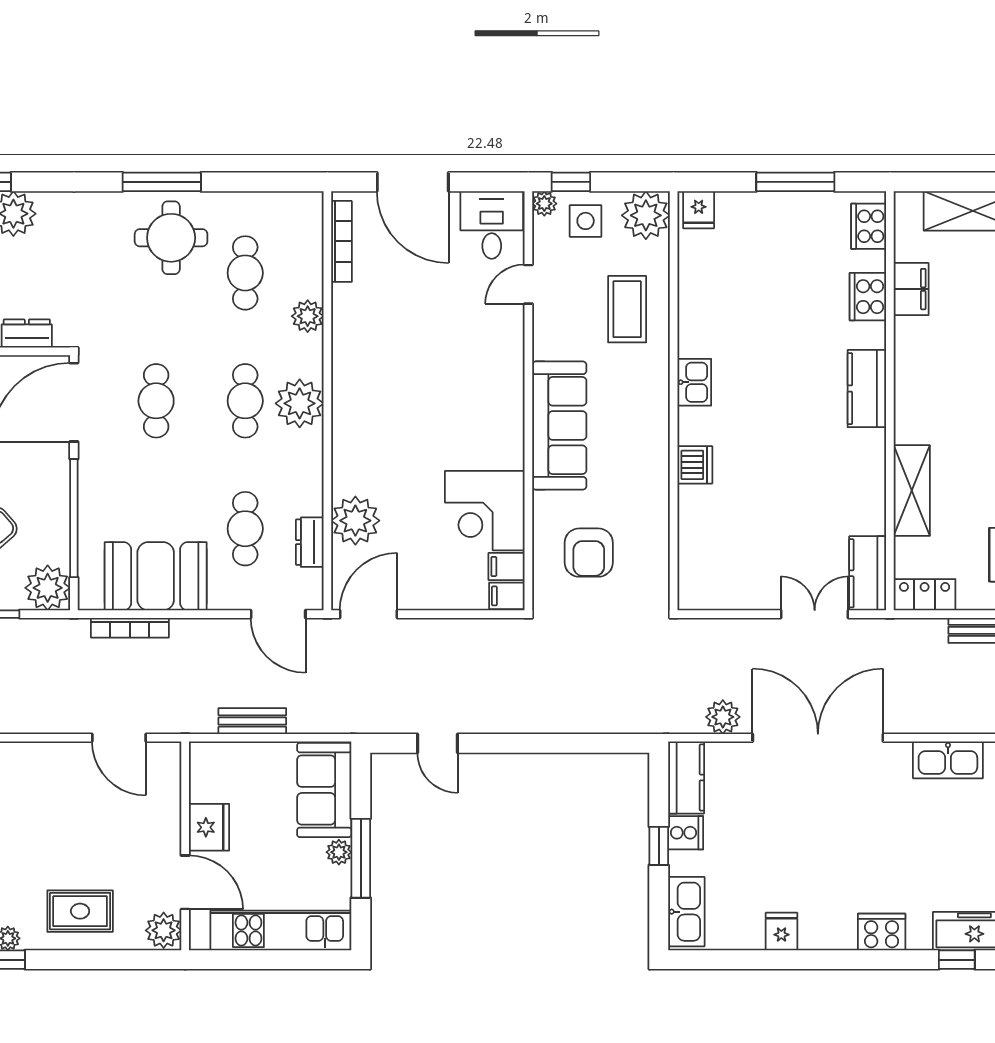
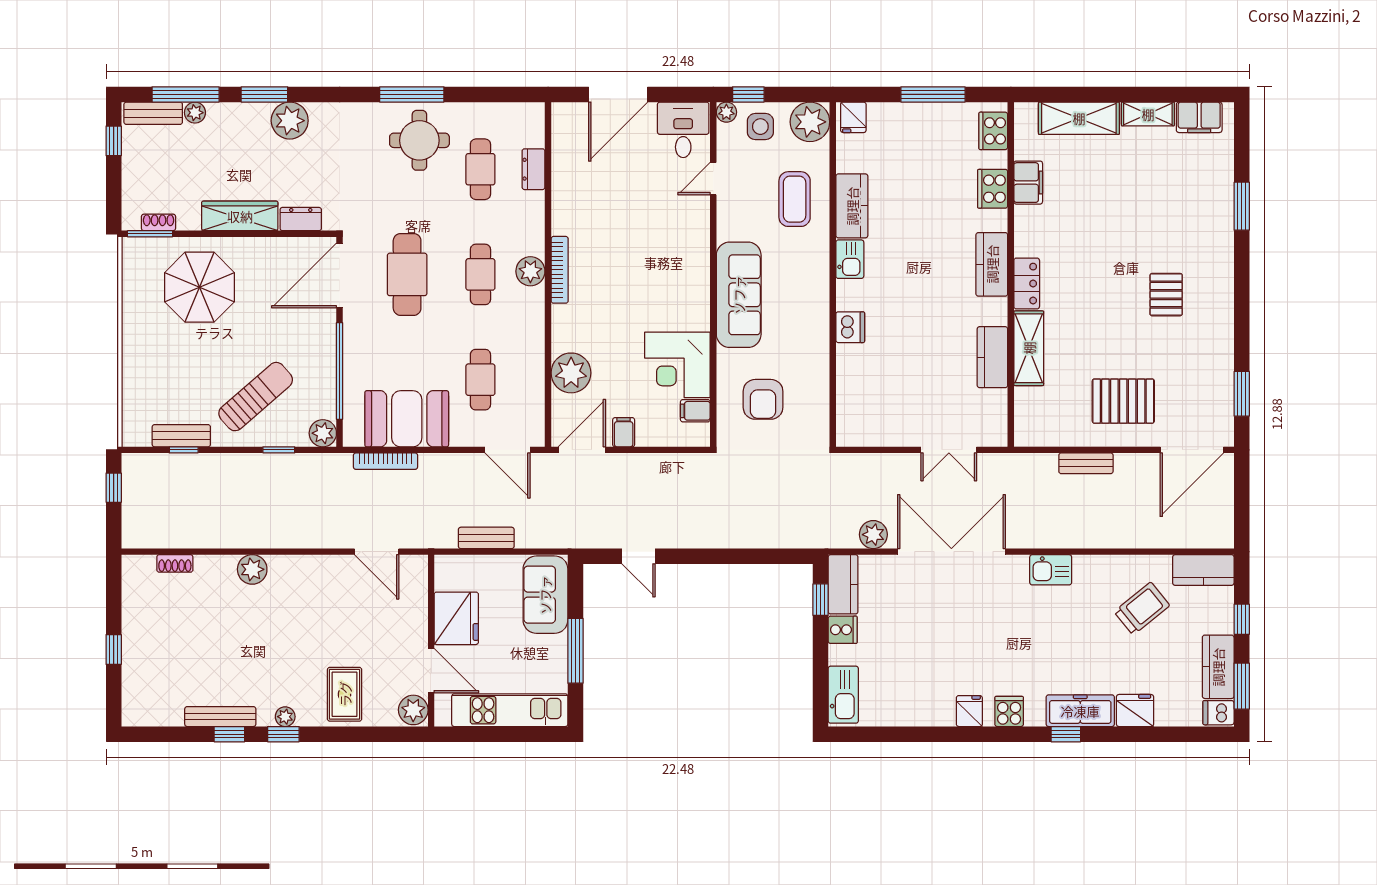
door: (413, 182) -> (618, 94), hinge flipped
bookcase: (341, 241) -> (560, 270), moved
plant: (308, 316) -> (532, 205), removed
kitchen counter: (697, 317) -> (852, 206), added
cafe table: (156, 401) -> (407, 274), width x1.37, depth x1.35
plant: (300, 403) -> (530, 271), width x0.73, depth x0.73
dresser: (310, 542) -> (533, 169), moved
kitchen counter: (868, 573) -> (992, 357), moved
plant: (48, 588) -> (323, 433), width x0.73, depth x0.73
locker: (925, 595) -> (1027, 284), moved, turned 90
filing cabinet: (507, 596) -> (624, 432), moved, turned 90
double door: (815, 614) -> (949, 450), swing flipped
kitchen sink: (948, 760) -> (1051, 570), width x0.73
fridge: (209, 827) -> (456, 618), width x1.36, depth x1.34
window: (659, 846) -> (821, 600), moved
plant: (339, 852) -> (557, 646), removed
rug: (80, 911) -> (345, 694), turned 90
fridge: (781, 932) -> (969, 711), moved
cooker: (882, 932) -> (1009, 711), width x0.73

